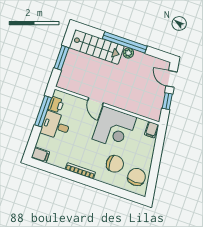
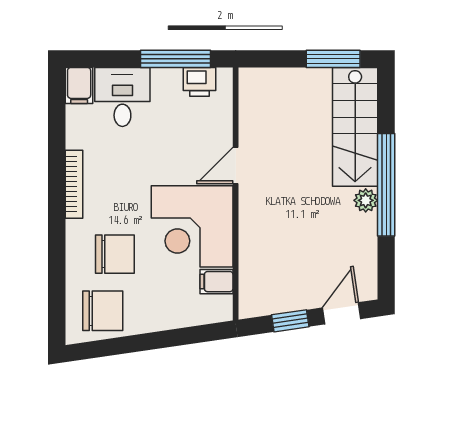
window: (61, 58) -> (333, 59), moved
desk: (56, 126) -> (122, 97), moved
filing cabinet: (152, 130) -> (216, 282), moved
chair: (115, 164) -> (115, 254), turned -90

